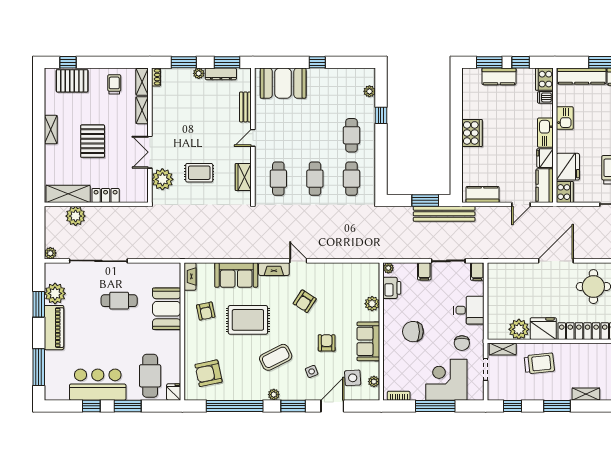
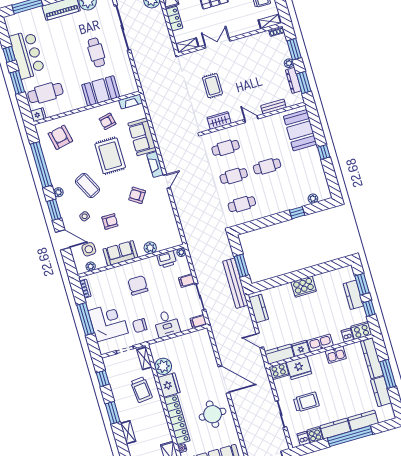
shelving: (142, 110) -> (187, 45), moved
cafe table: (352, 135) -> (267, 166), moved
plant: (162, 179) -> (199, 59), removed

